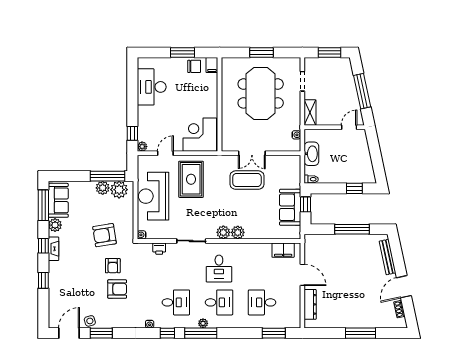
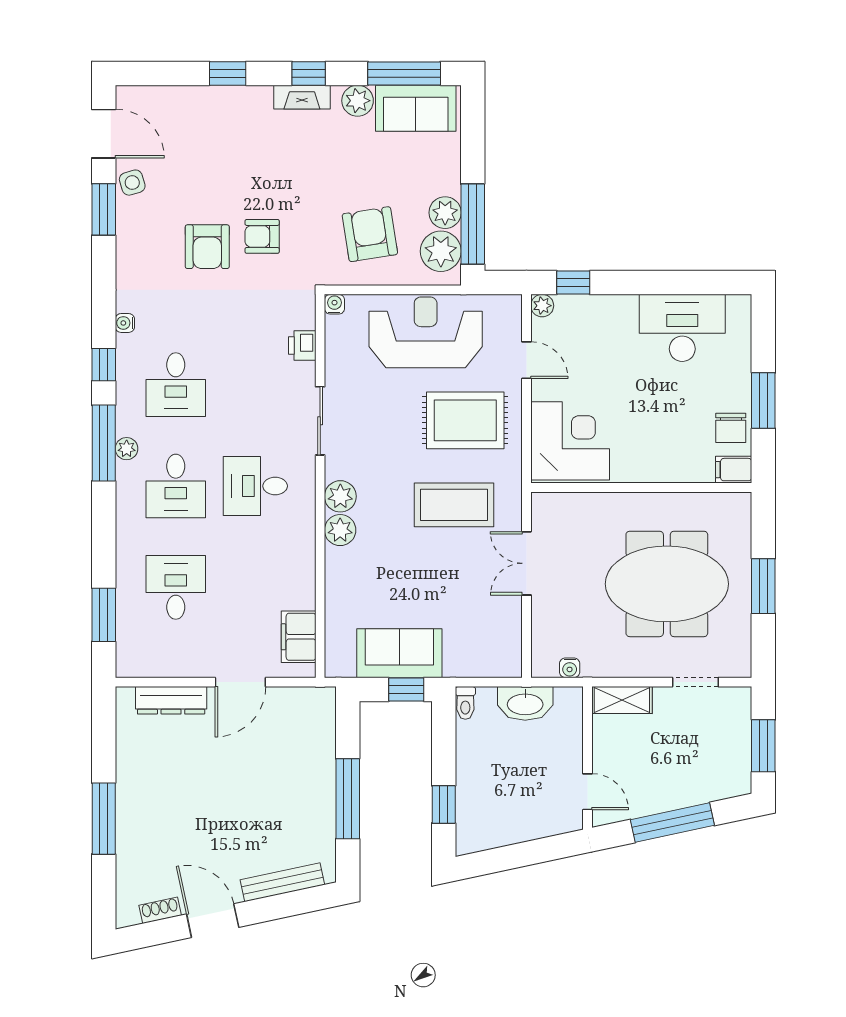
coffee table: (247, 180) -> (454, 505), moved, turned 90
armchair: (104, 235) -> (370, 234), moved

